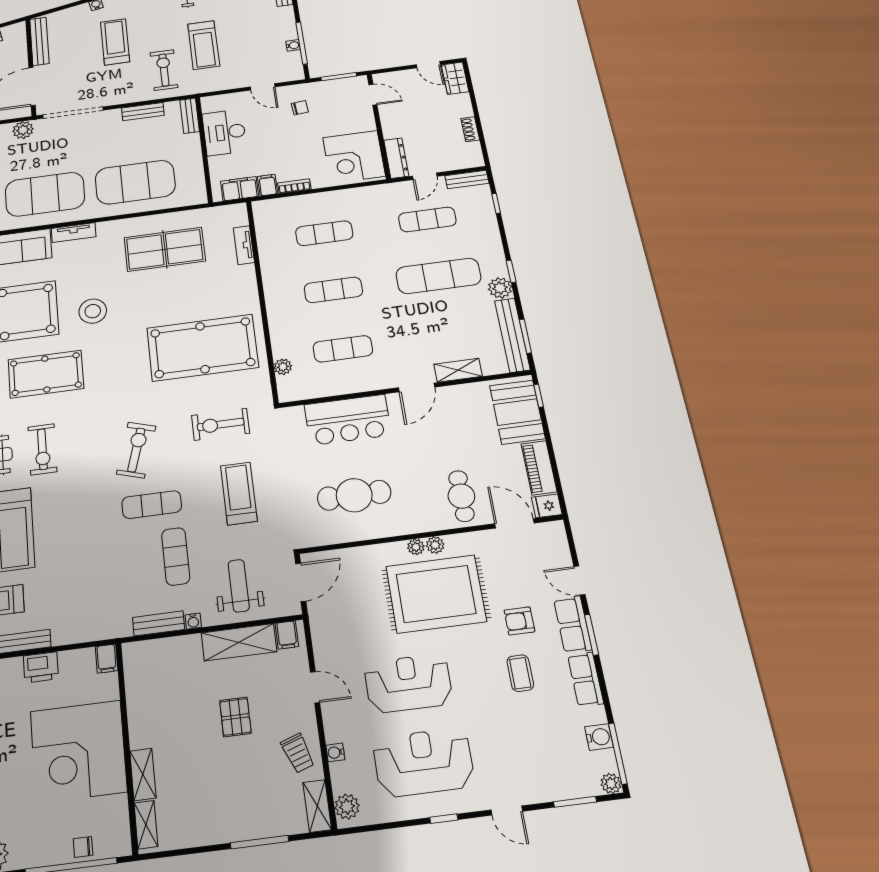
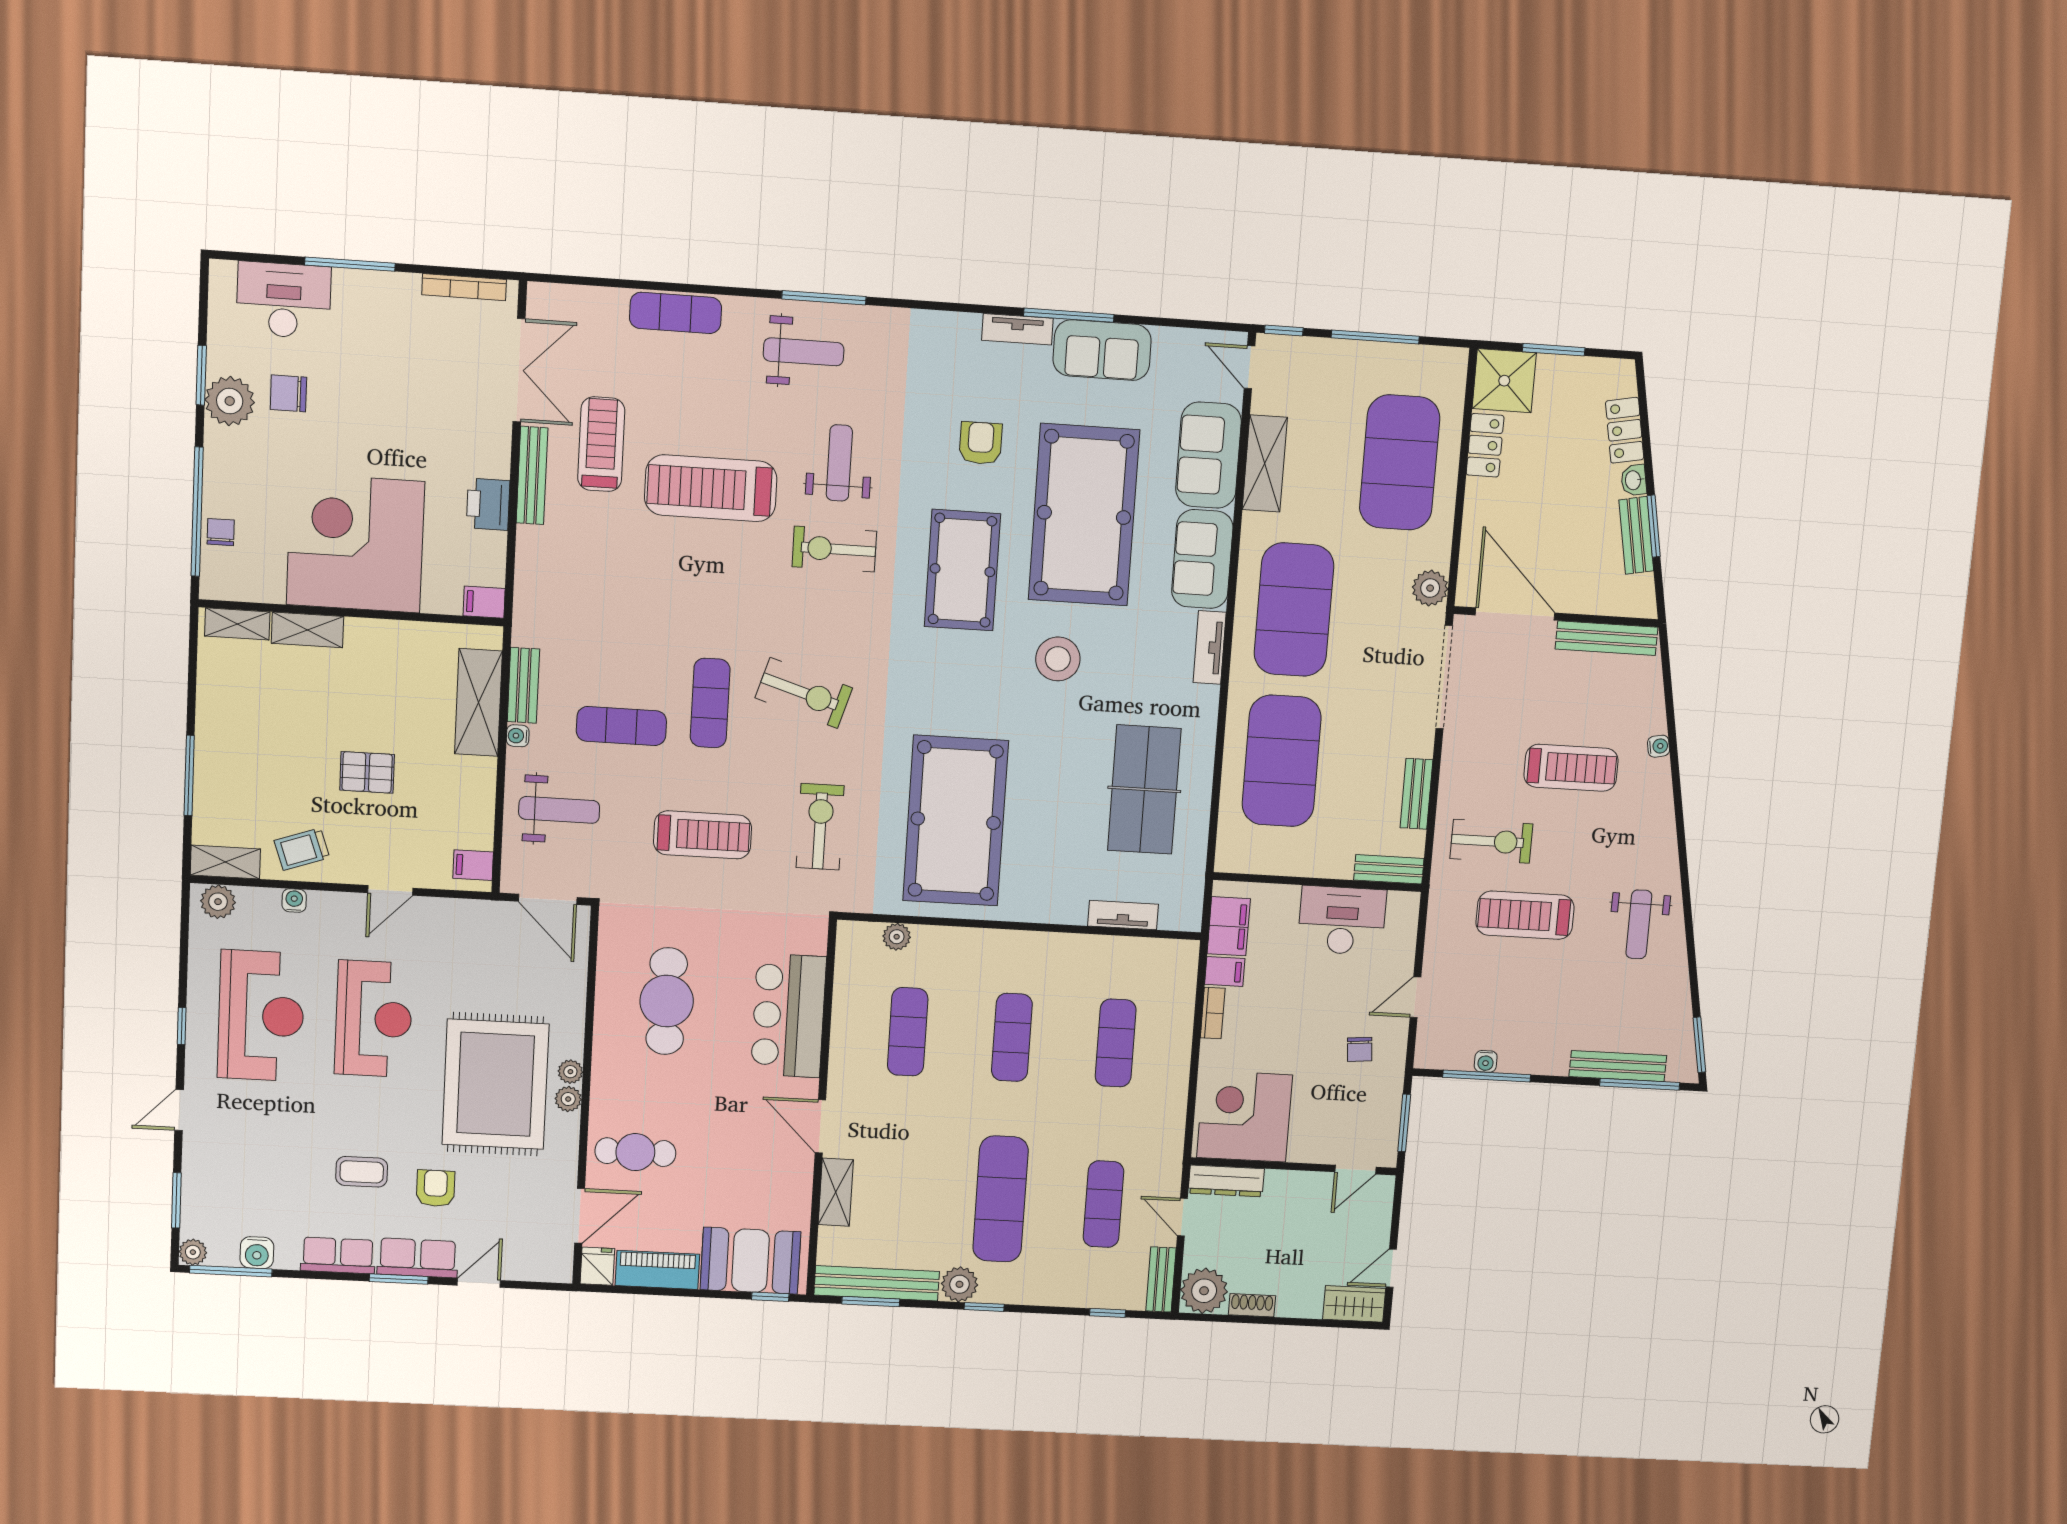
plant: (468, 156) -> (1204, 1291), added
shelving: (239, 642) -> (478, 702), moved

